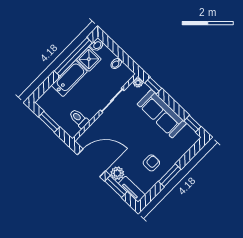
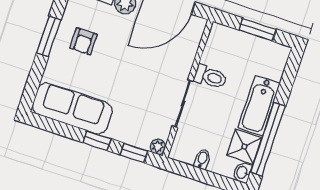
sofa: (162, 114) -> (72, 109), moved
toilet: (79, 119) -> (210, 77), moved
window: (192, 124) -> (97, 141), moved

